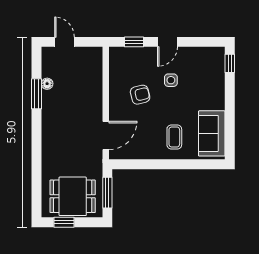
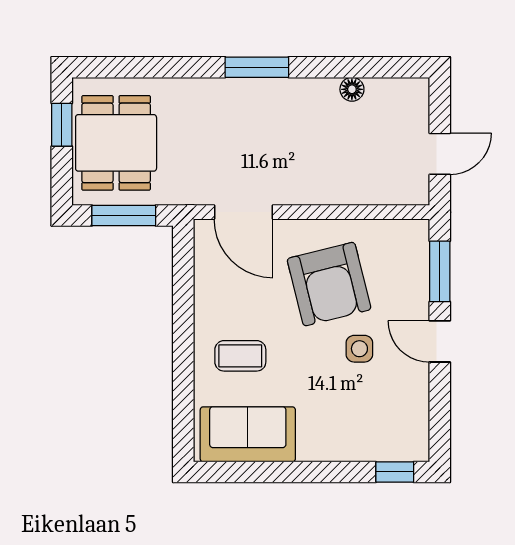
door: (64, 42) -> (440, 154), moved
window: (134, 42) -> (440, 271), width x1.50
window: (37, 94) -> (257, 67), moved
armchair: (140, 95) -> (329, 284), width x1.88, depth x1.88

